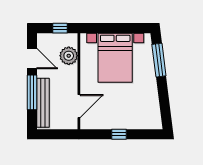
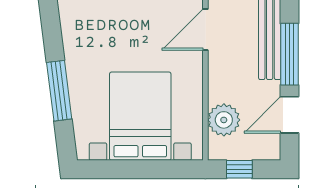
door: (32, 59) -> (289, 115), hinge flipped
window: (159, 60) -> (59, 91), moved

